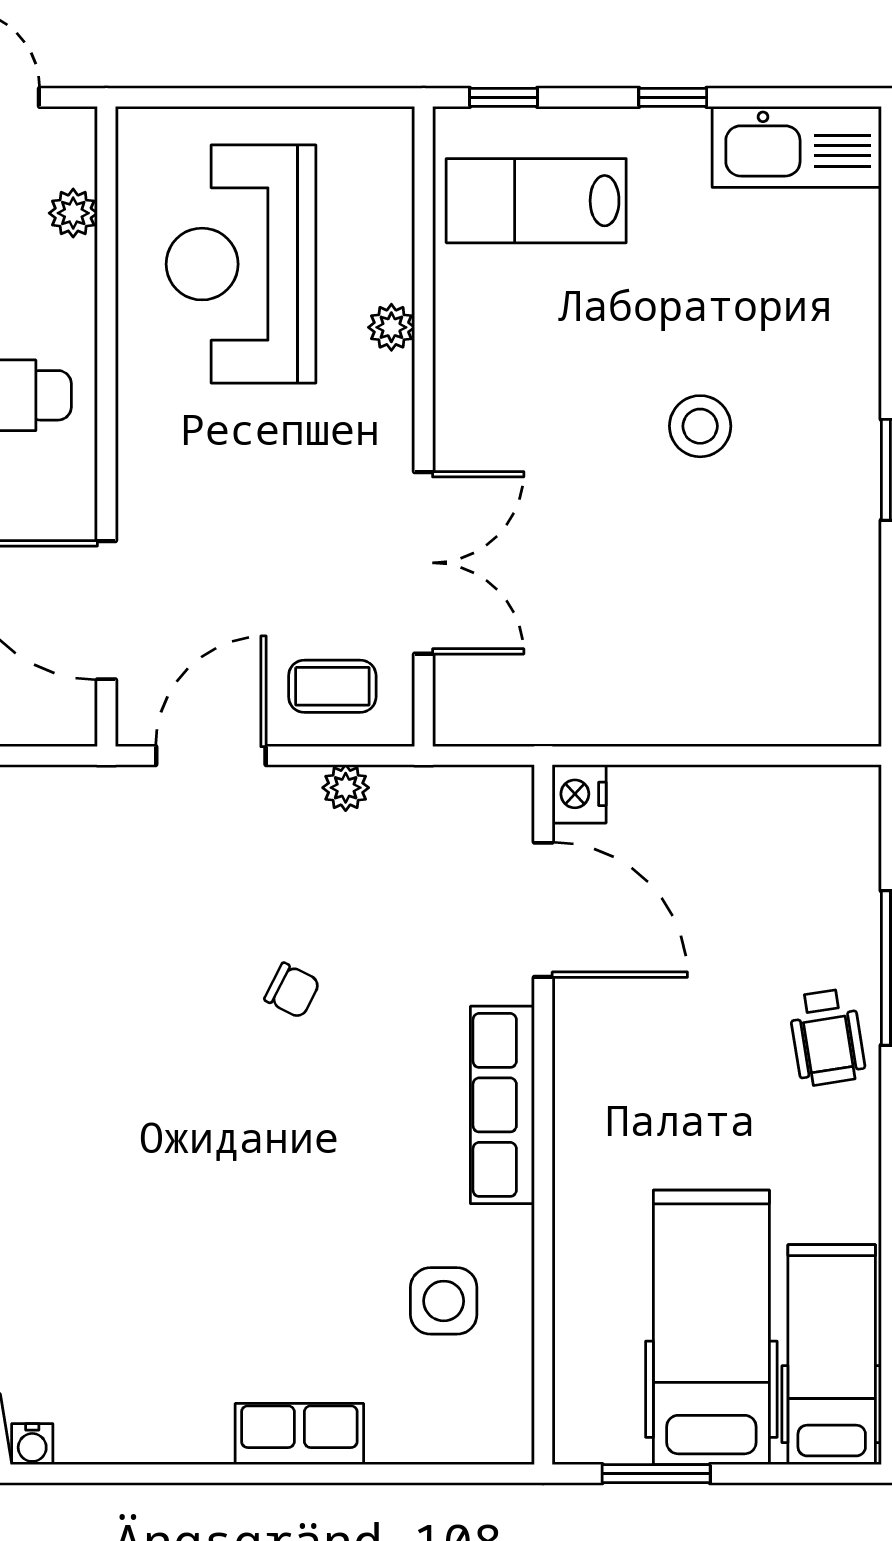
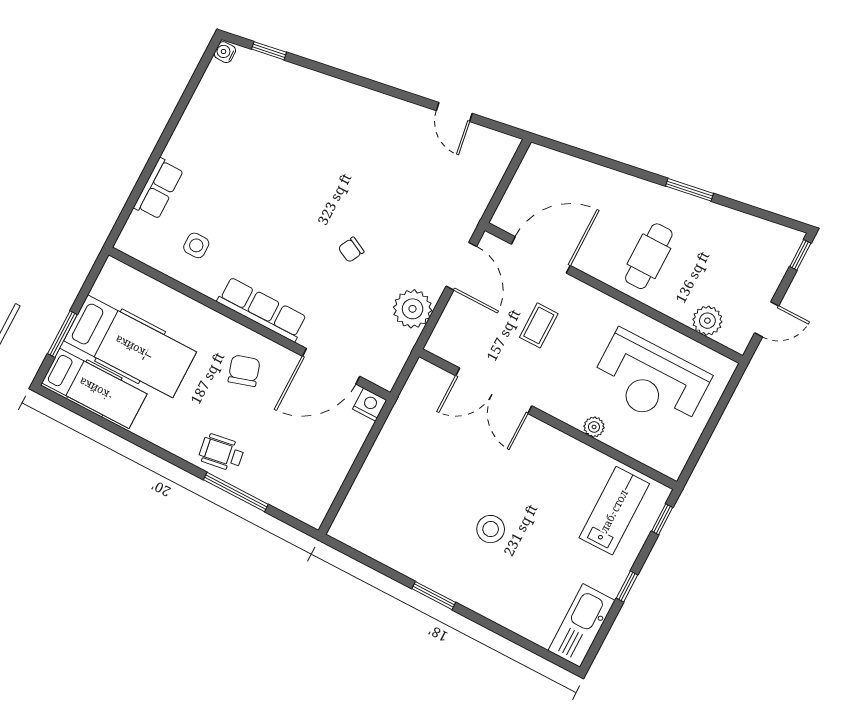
plant: (73, 213) -> (707, 321), width x1.38, depth x1.38
reception desk: (241, 264) -> (650, 380), turned 180
coffee table: (332, 686) -> (539, 325), moved
plant: (346, 788) -> (413, 309), width x1.87, depth x1.87
chair: (642, 1077) -> (244, 371), added
side table: (444, 1301) -> (196, 245), width x0.73, depth x0.73
row of seats: (299, 1434) -> (159, 189), moved
window: (656, 1474) -> (62, 334), moved

